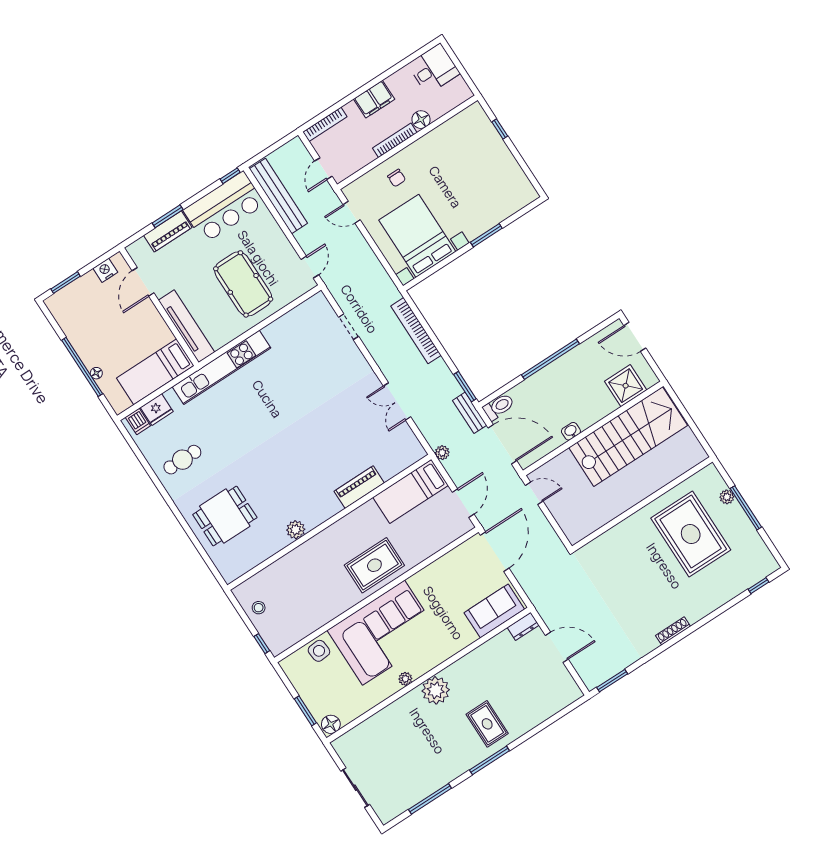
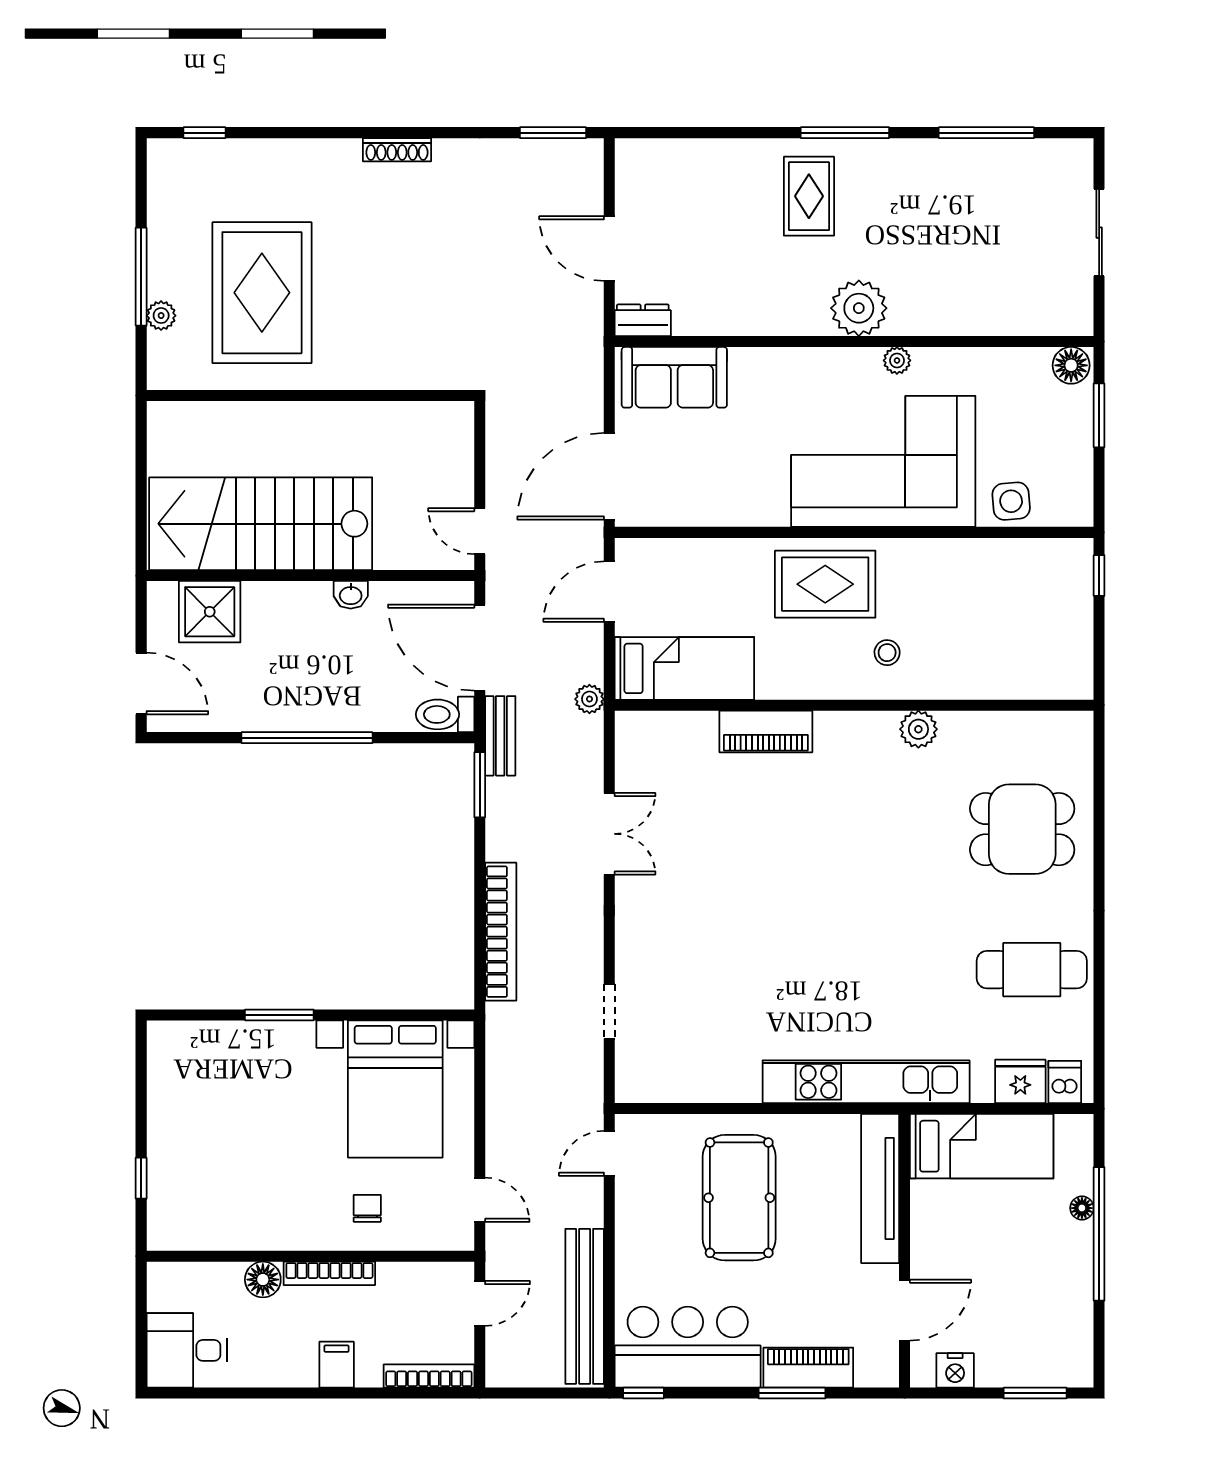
filing cabinet: (374, 99) -> (337, 1365), width x0.50
cafe table: (182, 460) -> (1032, 970), width x1.37, depth x1.35
stool: (259, 608) -> (887, 653), moved

